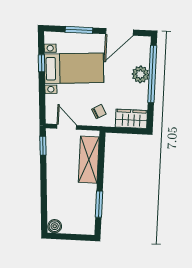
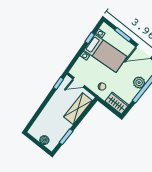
door: (67, 127) -> (79, 82), swing flipped
boiler: (55, 226) -> (44, 140), moved

